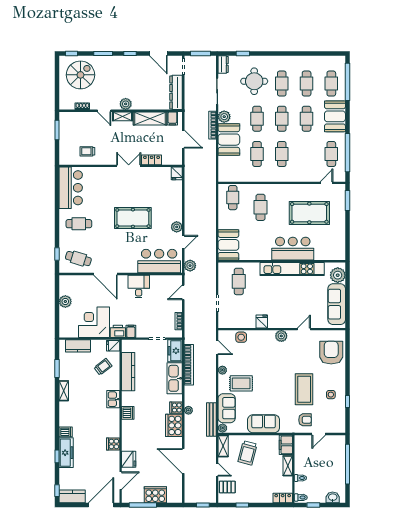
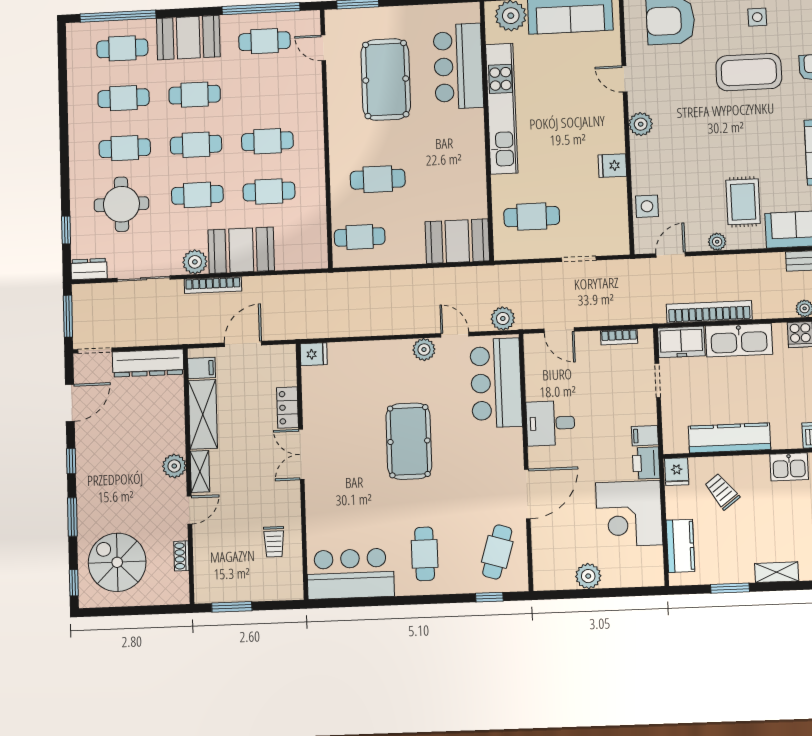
bar counter: (293, 249) -> (458, 66), moved

